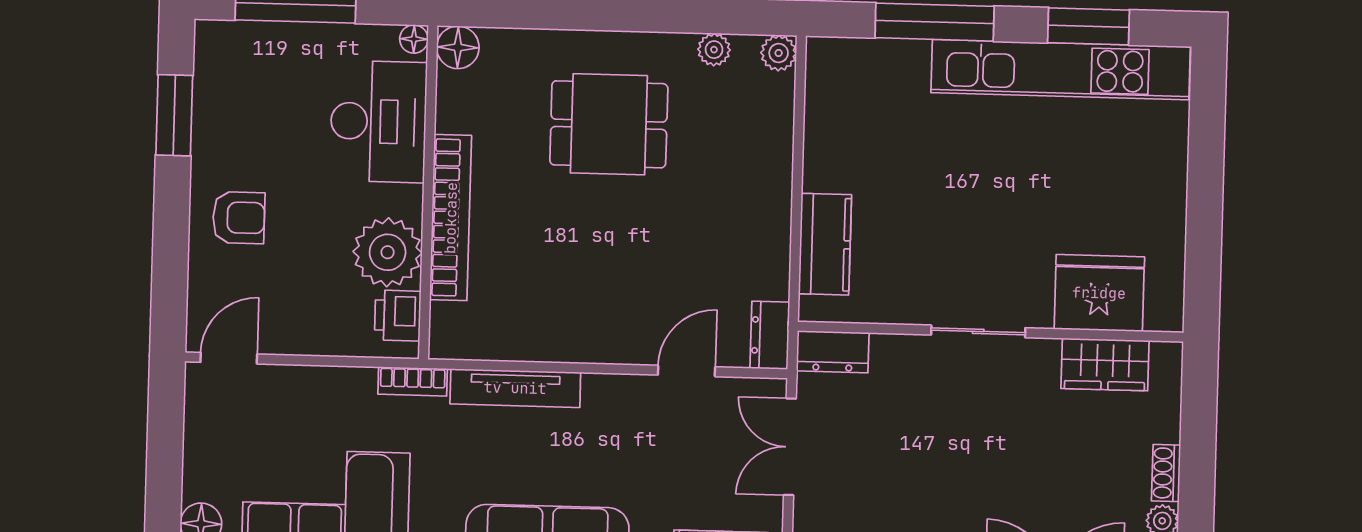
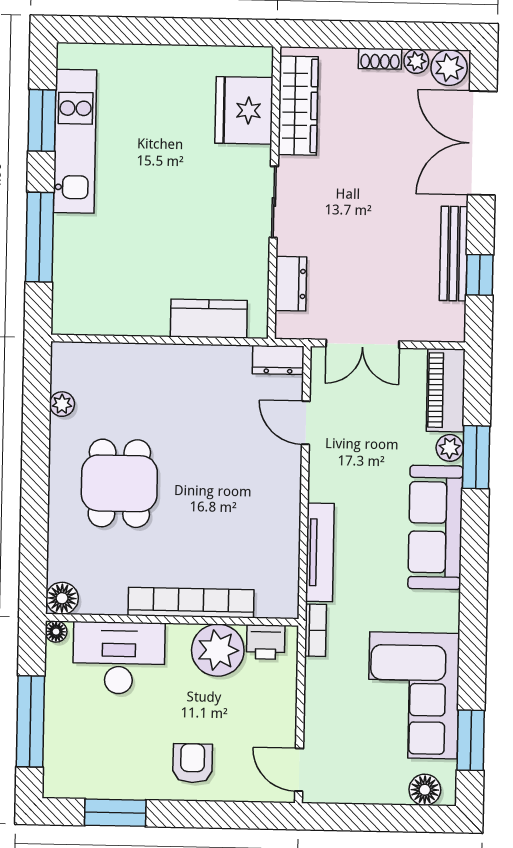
plant: (779, 53) -> (64, 355), removed
kitchen unit: (1061, 70) -> (75, 141), width x0.73
dresser: (833, 352) -> (291, 284), moved
wardrobe: (1105, 364) -> (298, 106), width x1.50

